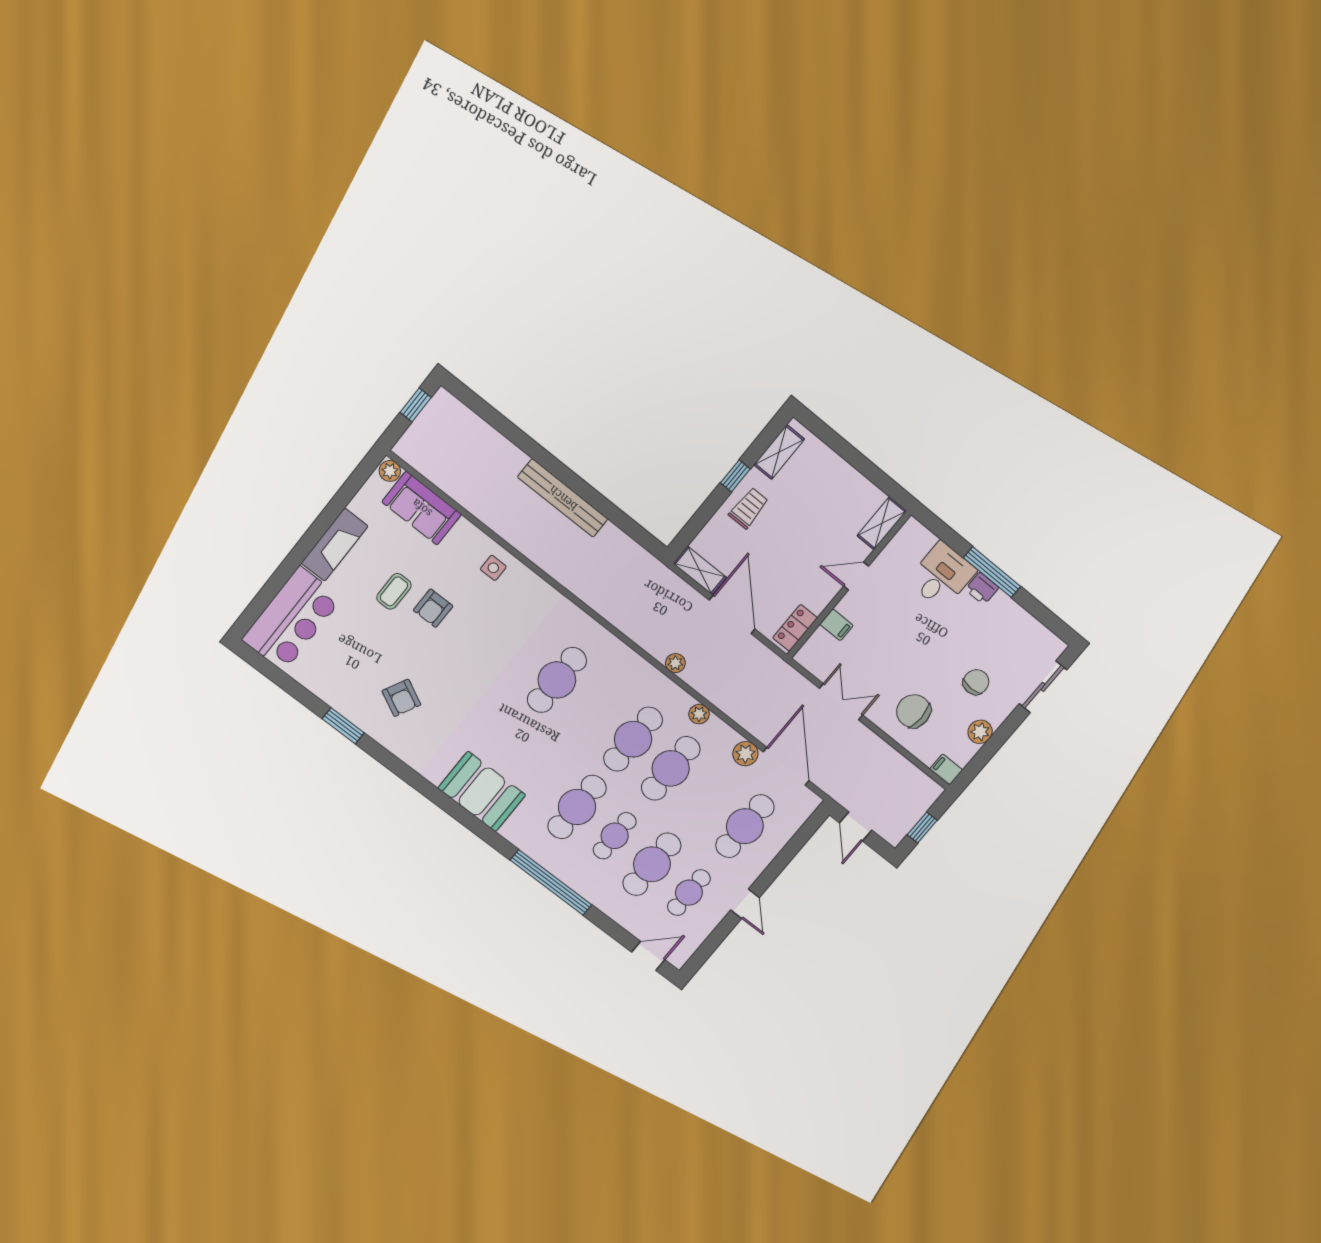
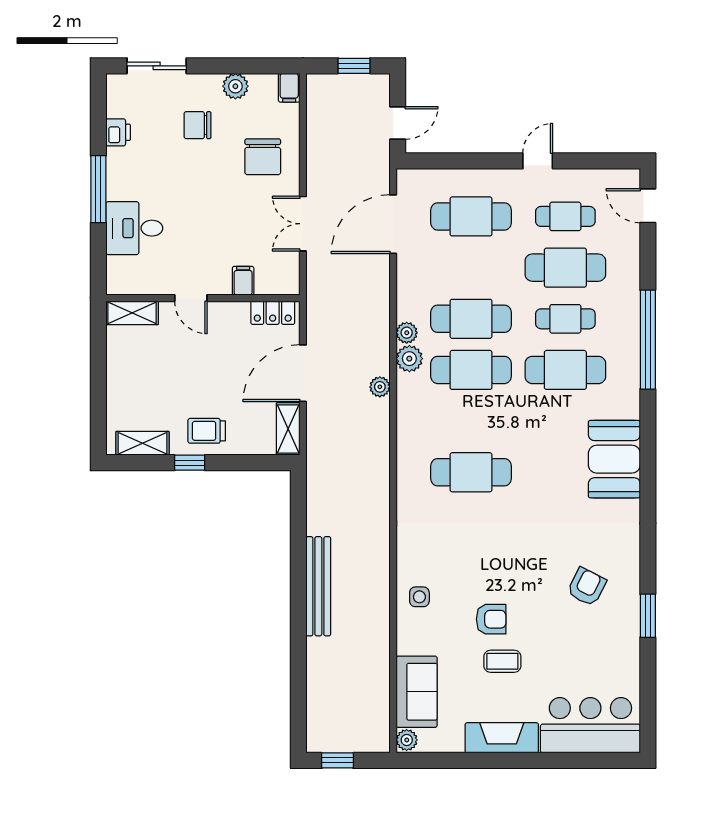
printer: (982, 589) -> (118, 132), moved
plant: (745, 754) -> (409, 359), moved

